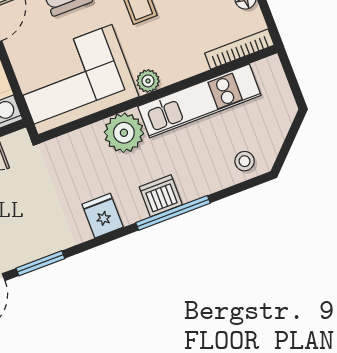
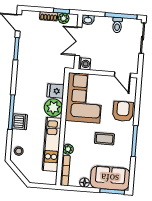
plant: (148, 81) -> (68, 149), moved
dishwasher: (161, 196) -> (20, 122), moved
fridge: (103, 216) -> (55, 91), moved, turned 180

